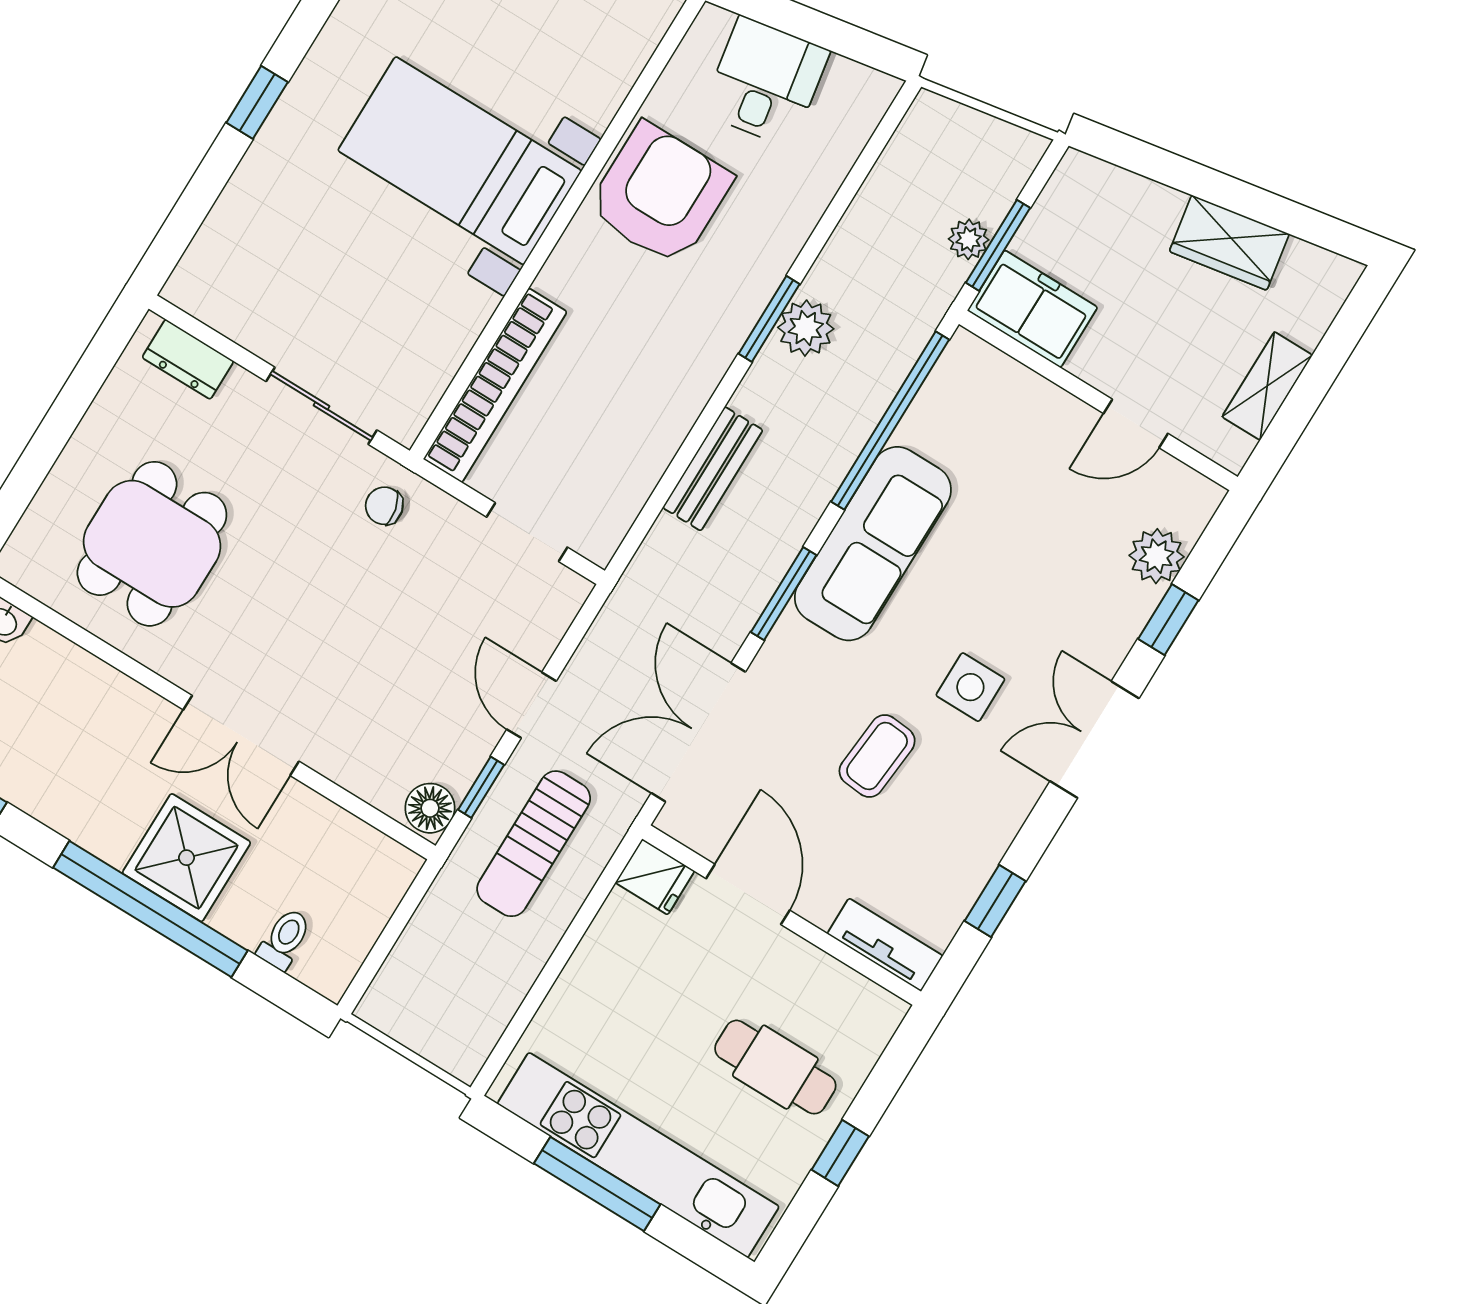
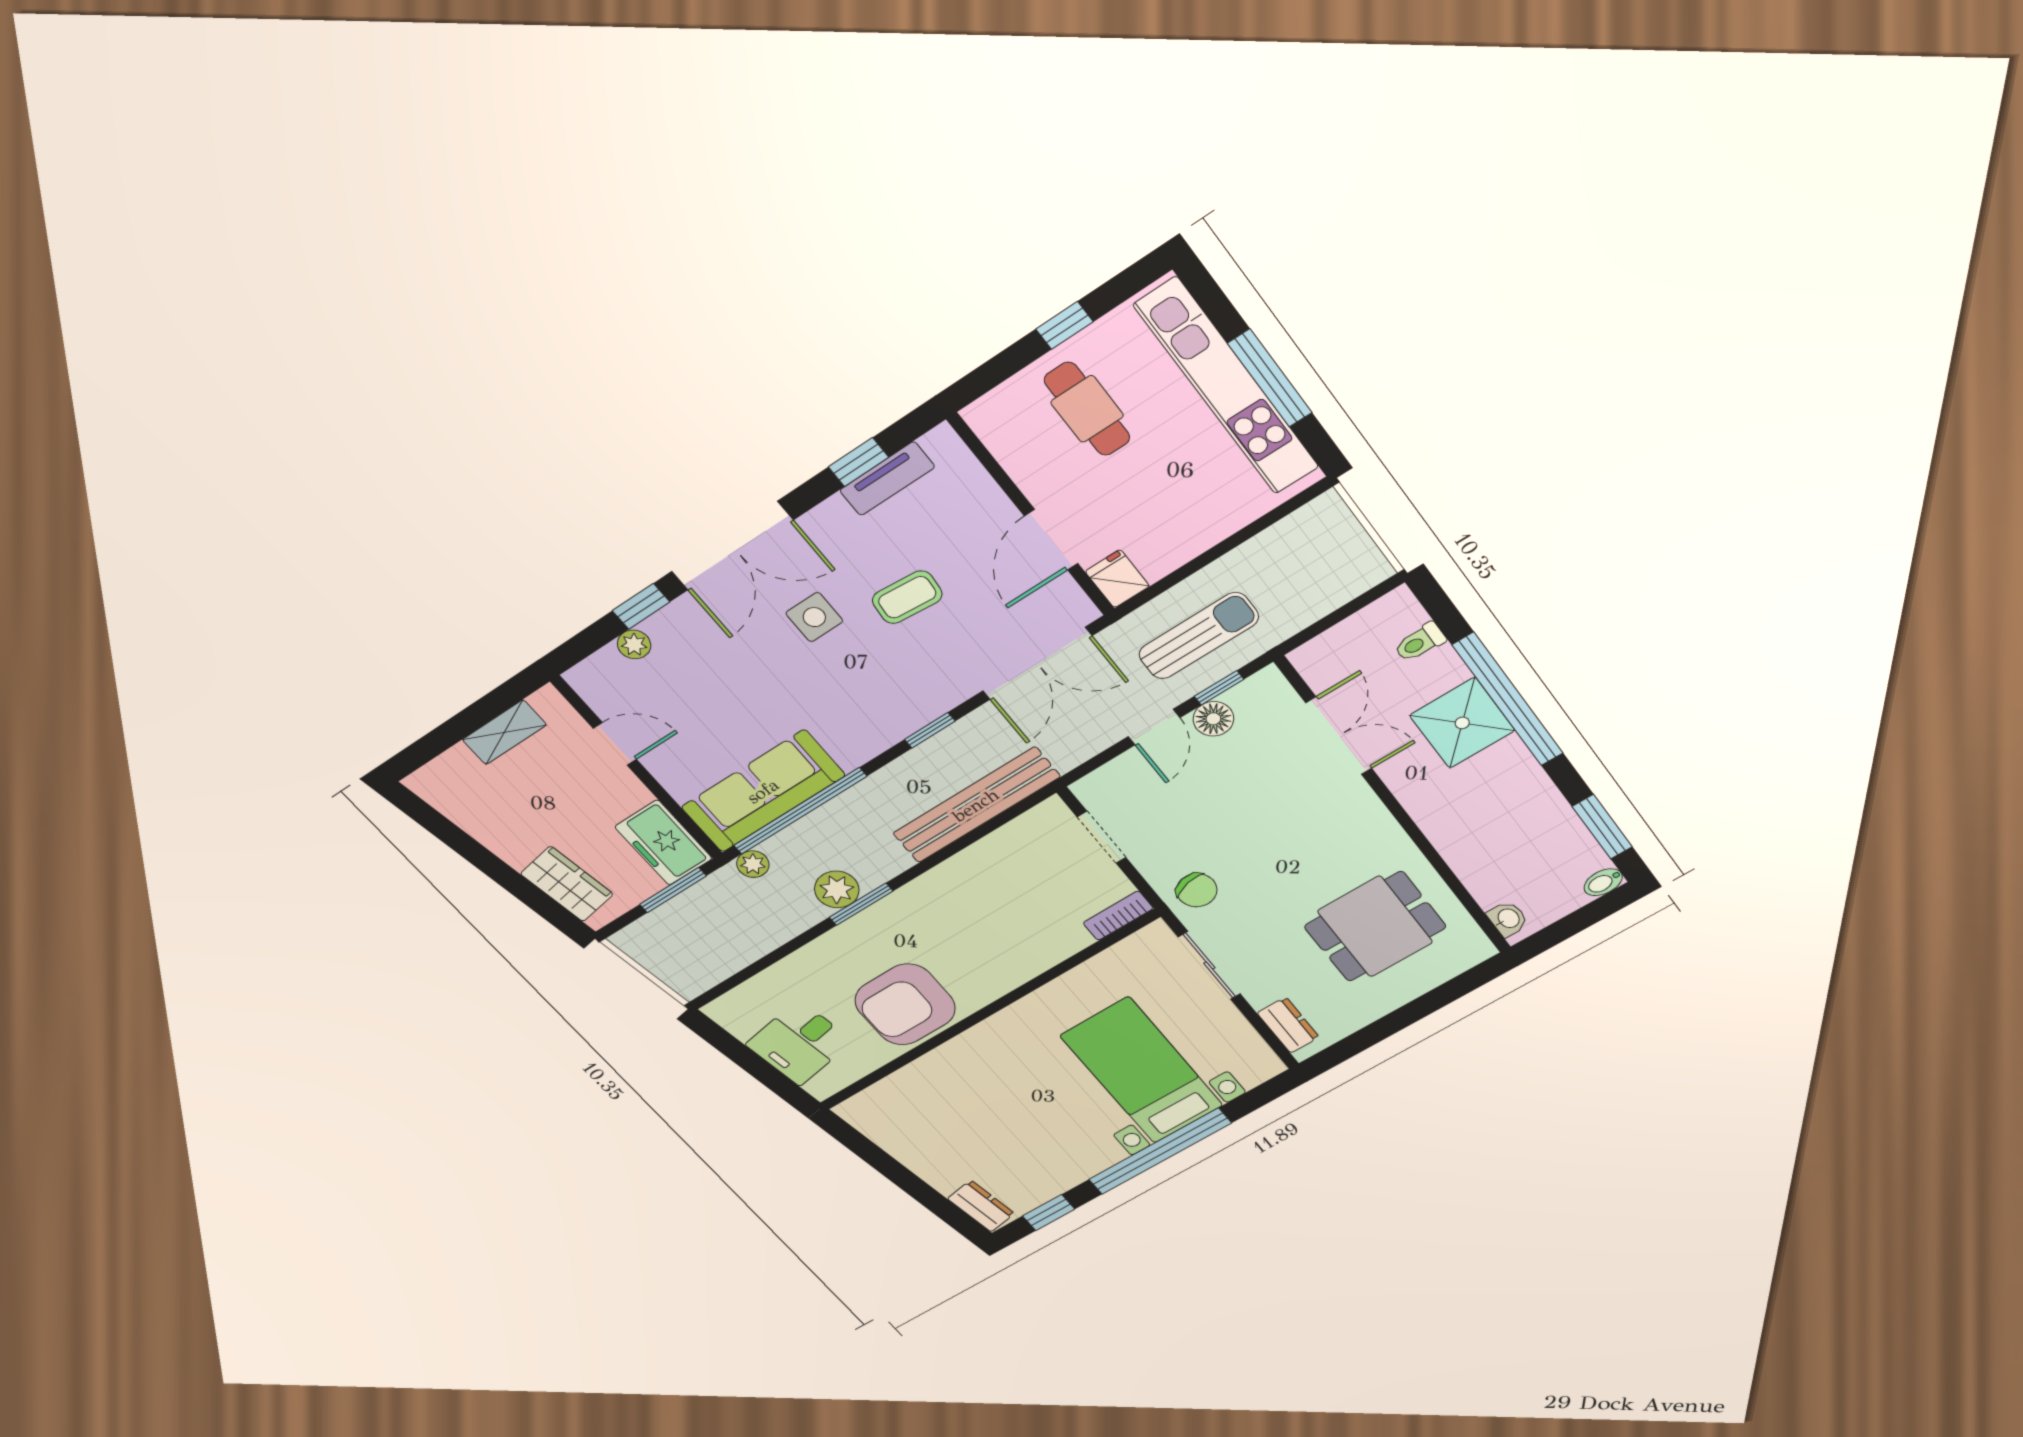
window: (257, 102) -> (1160, 1151), width x3.17
bed with nightstands: (460, 161) -> (1142, 1071), moved, turned 180
plant: (969, 239) -> (753, 864), moved
wardrobe: (1229, 243) -> (567, 884), moved
bookcase: (495, 385) -> (1118, 916), width x0.43, depth x0.76
bench: (713, 469) -> (976, 805), width x1.86, depth x1.21
chair: (384, 506) -> (1197, 890), width x1.37, depth x1.37
sofa: (873, 544) -> (763, 791), moved
plant: (1157, 556) -> (634, 644), width x0.73, depth x0.73
window: (784, 594) -> (930, 730), width x0.67
double door: (241, 736) -> (1339, 736), moved
double door: (1094, 740) -> (732, 546), width x1.37
floor lamp: (430, 808) -> (1213, 719), moved
tv unit: (885, 945) -> (887, 479), moved, turned -90

